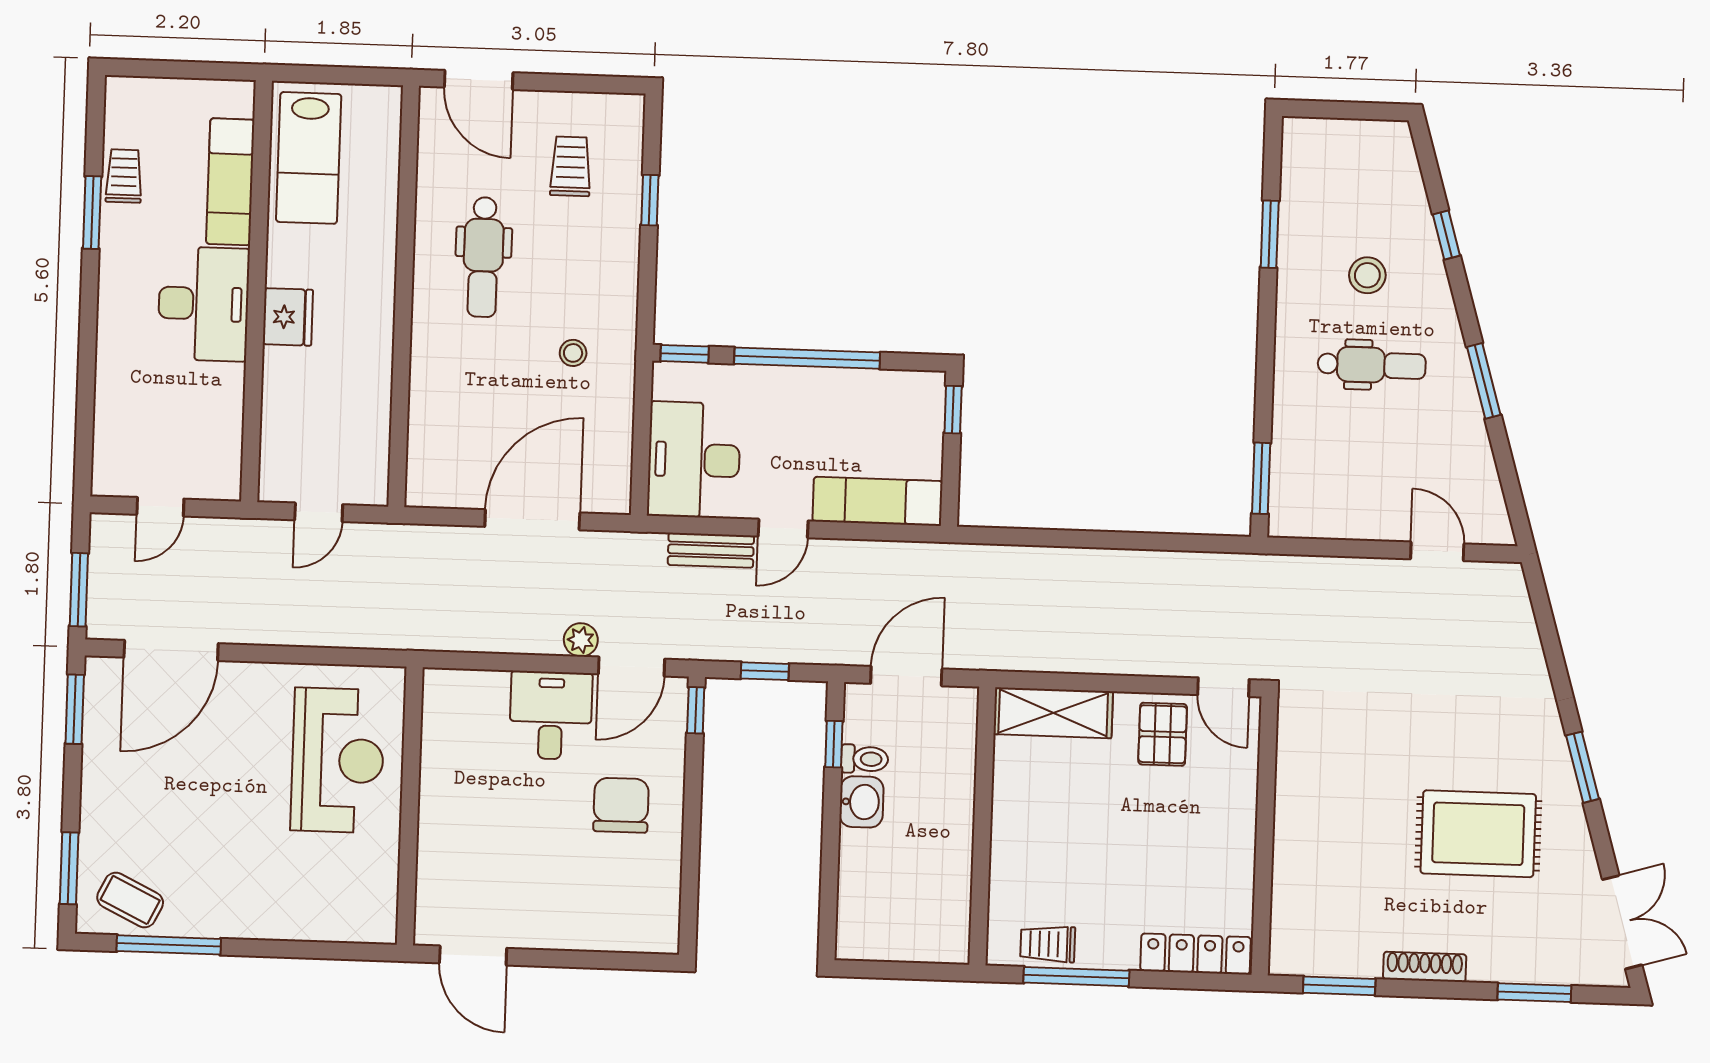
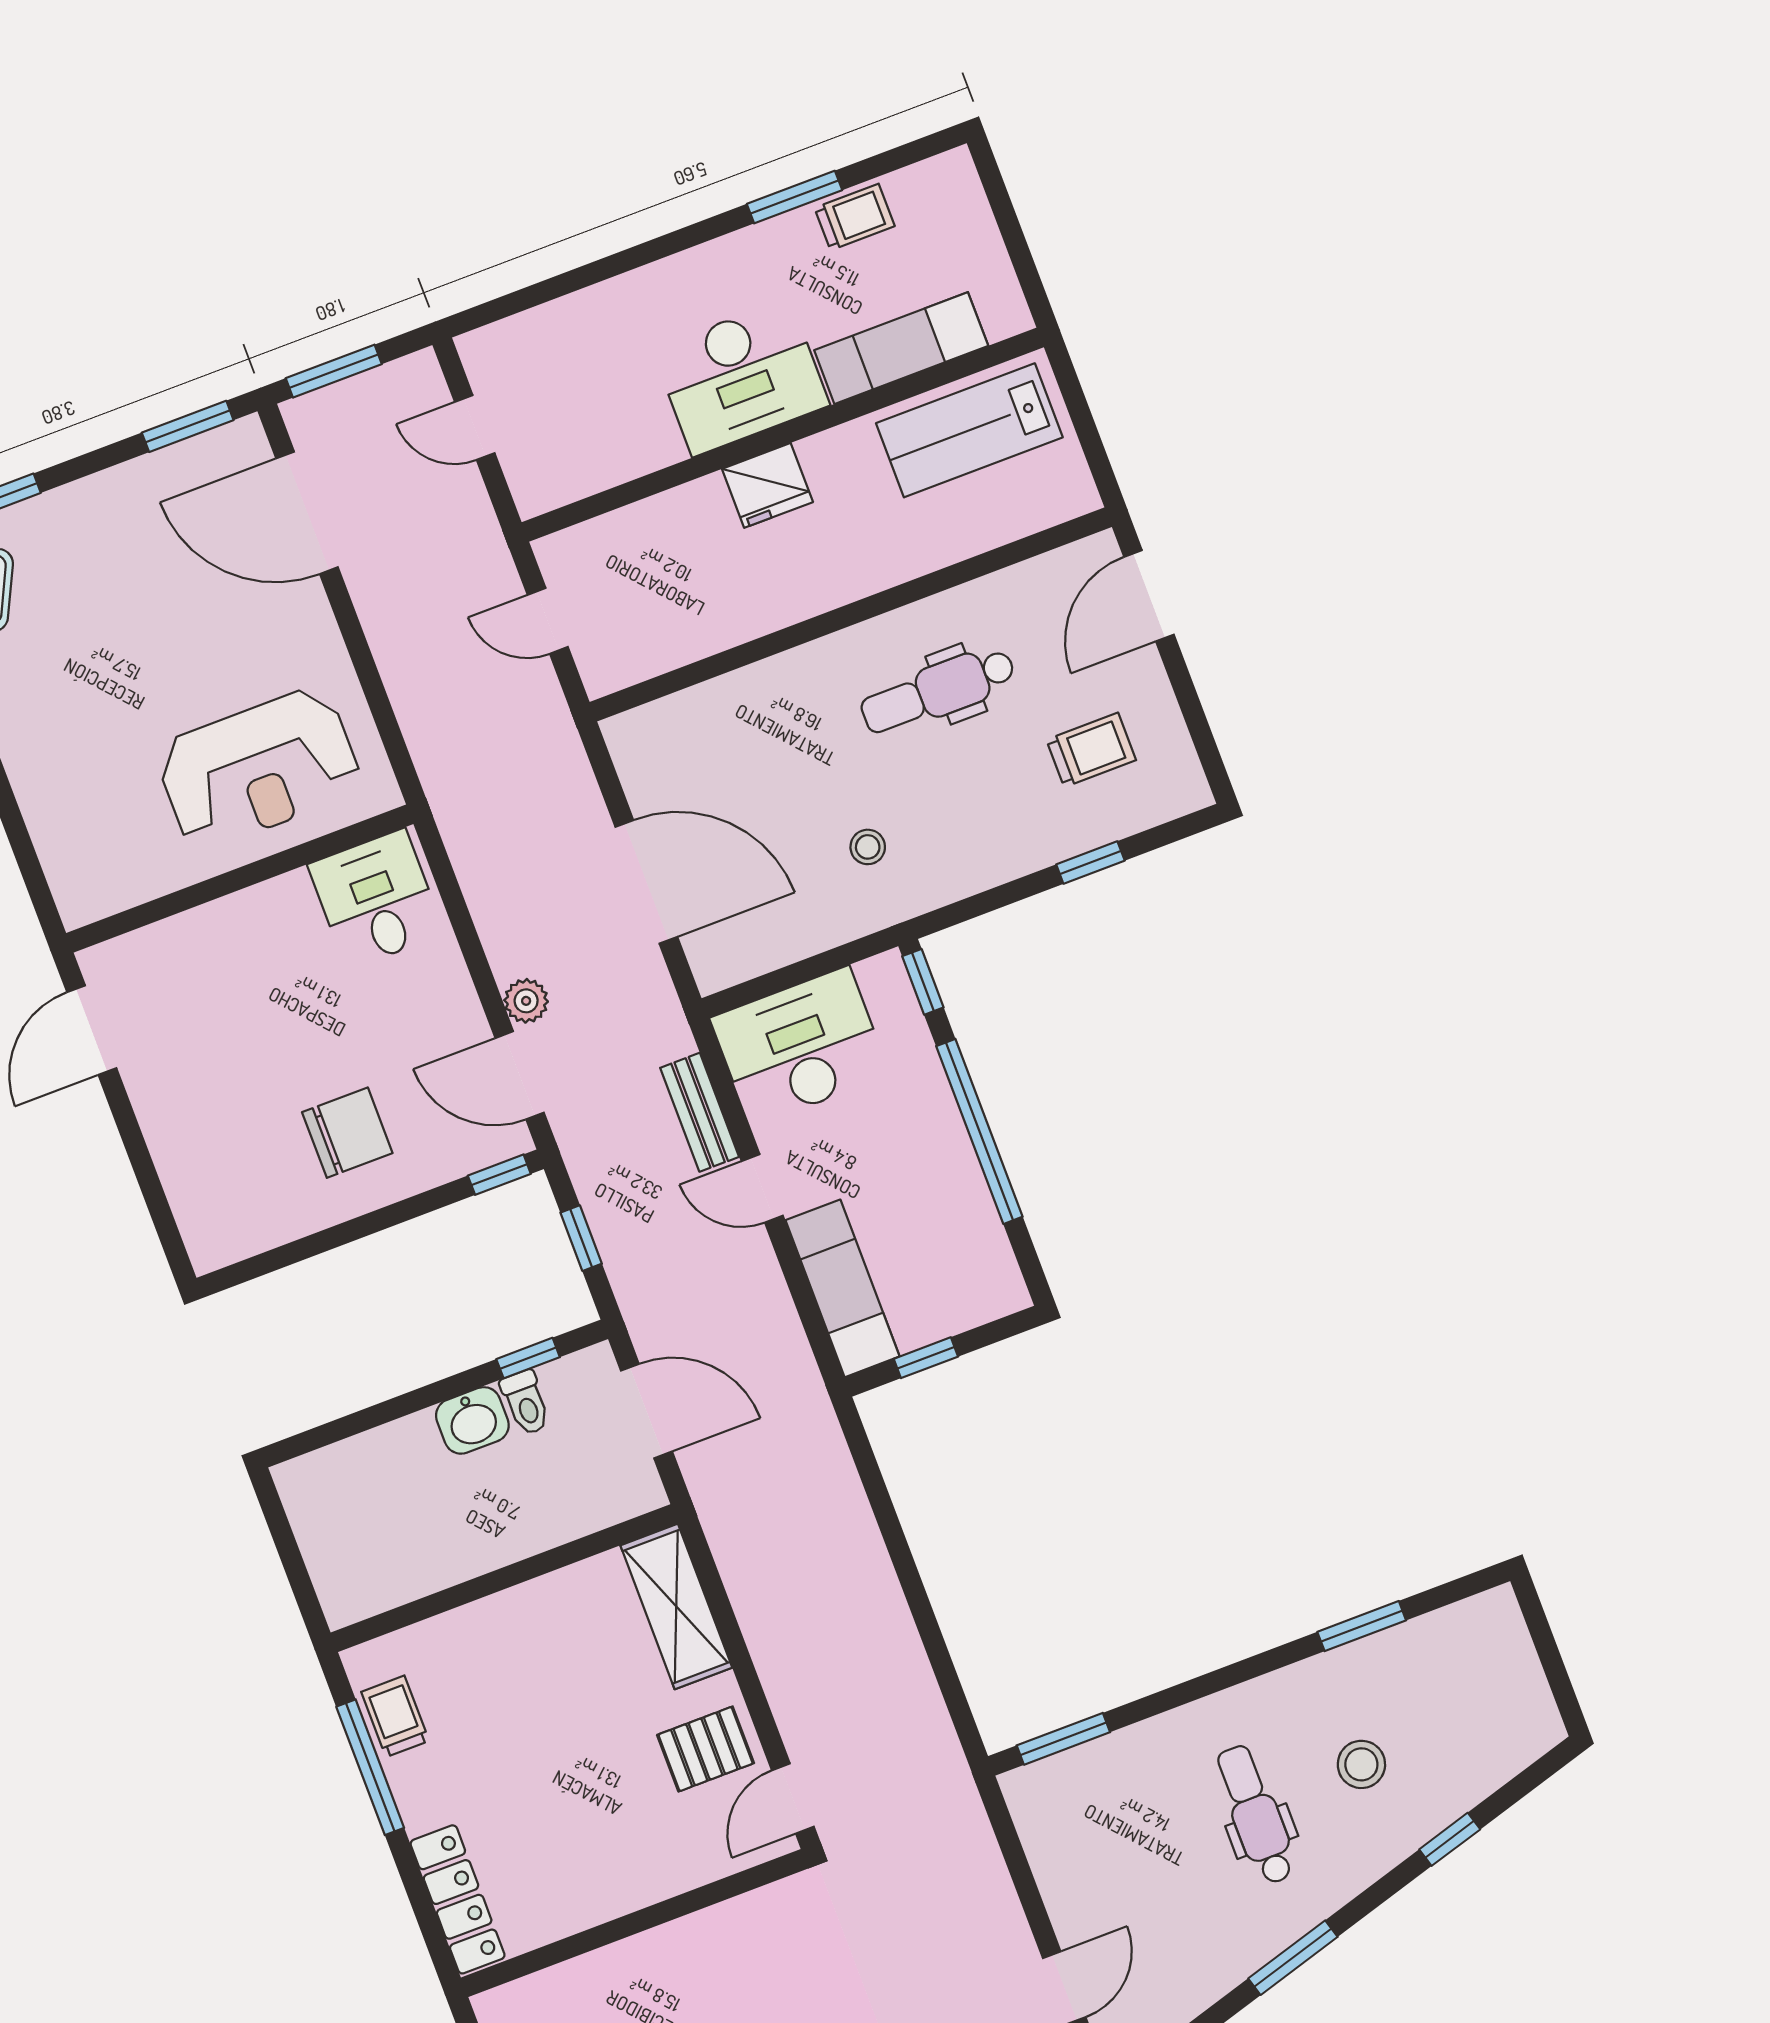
dental chair: (1372, 365) -> (1256, 1815), turned 180
window: (953, 410) -> (926, 1358), moved
desk: (551, 715) -> (376, 899), moved, turned -90

